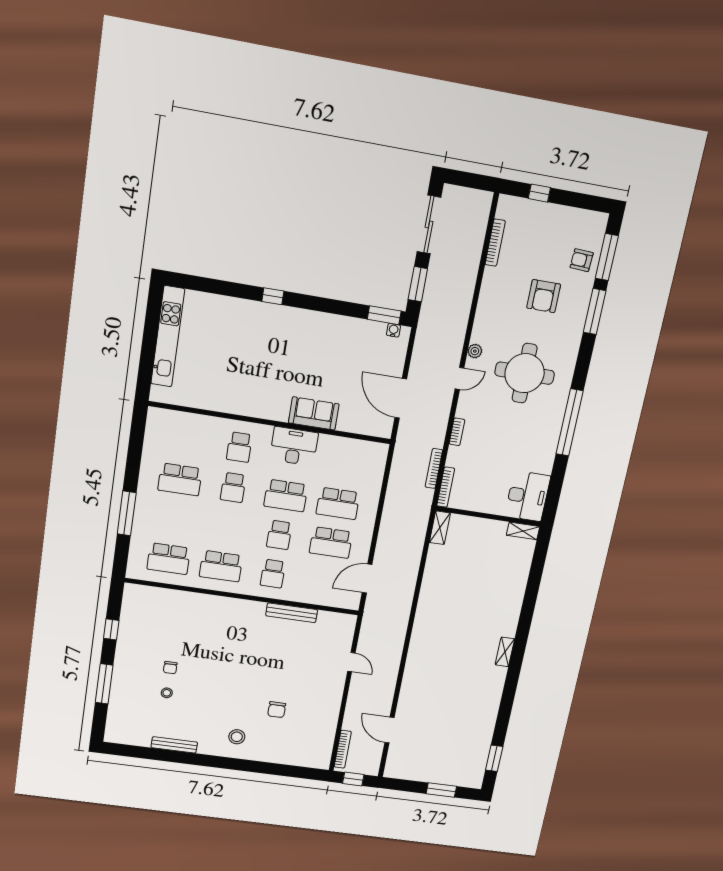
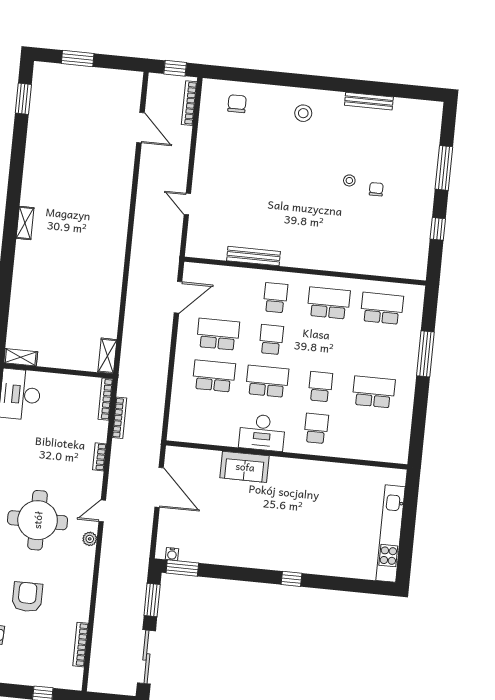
stool: (167, 693) -> (349, 180), moved
chair: (277, 710) -> (237, 104), moved

